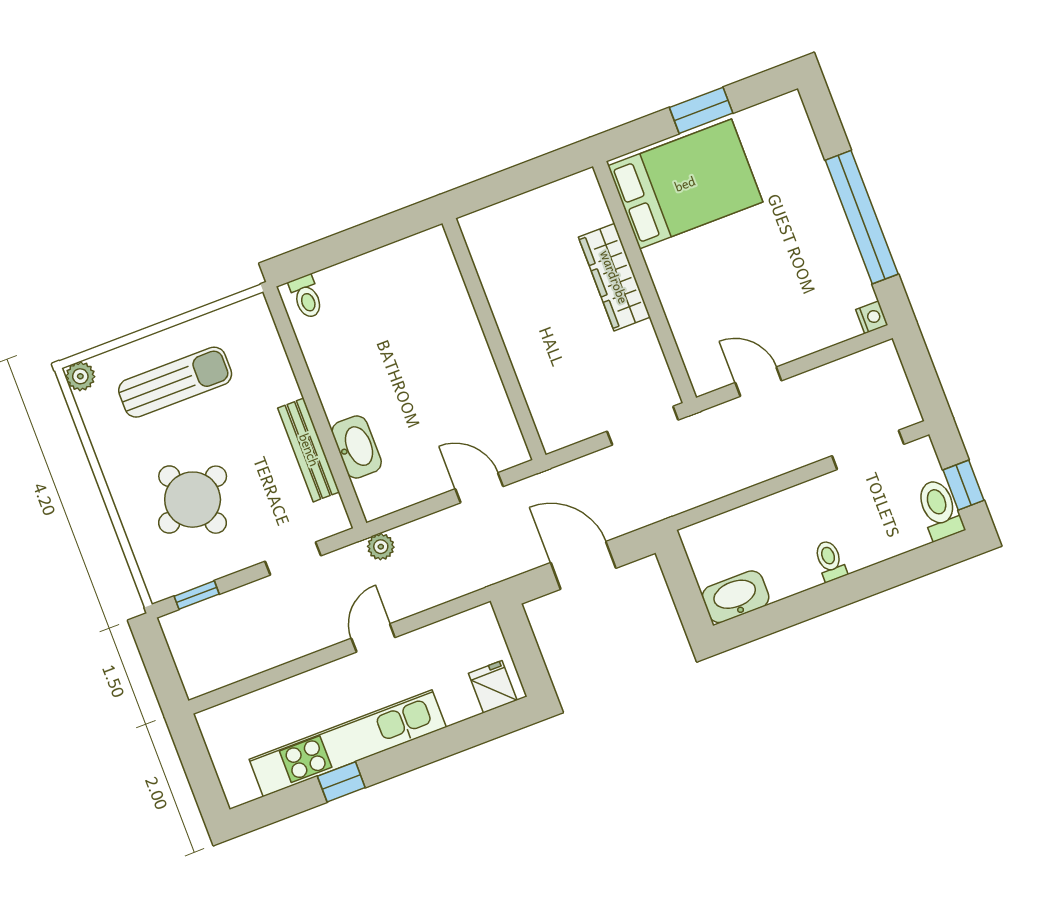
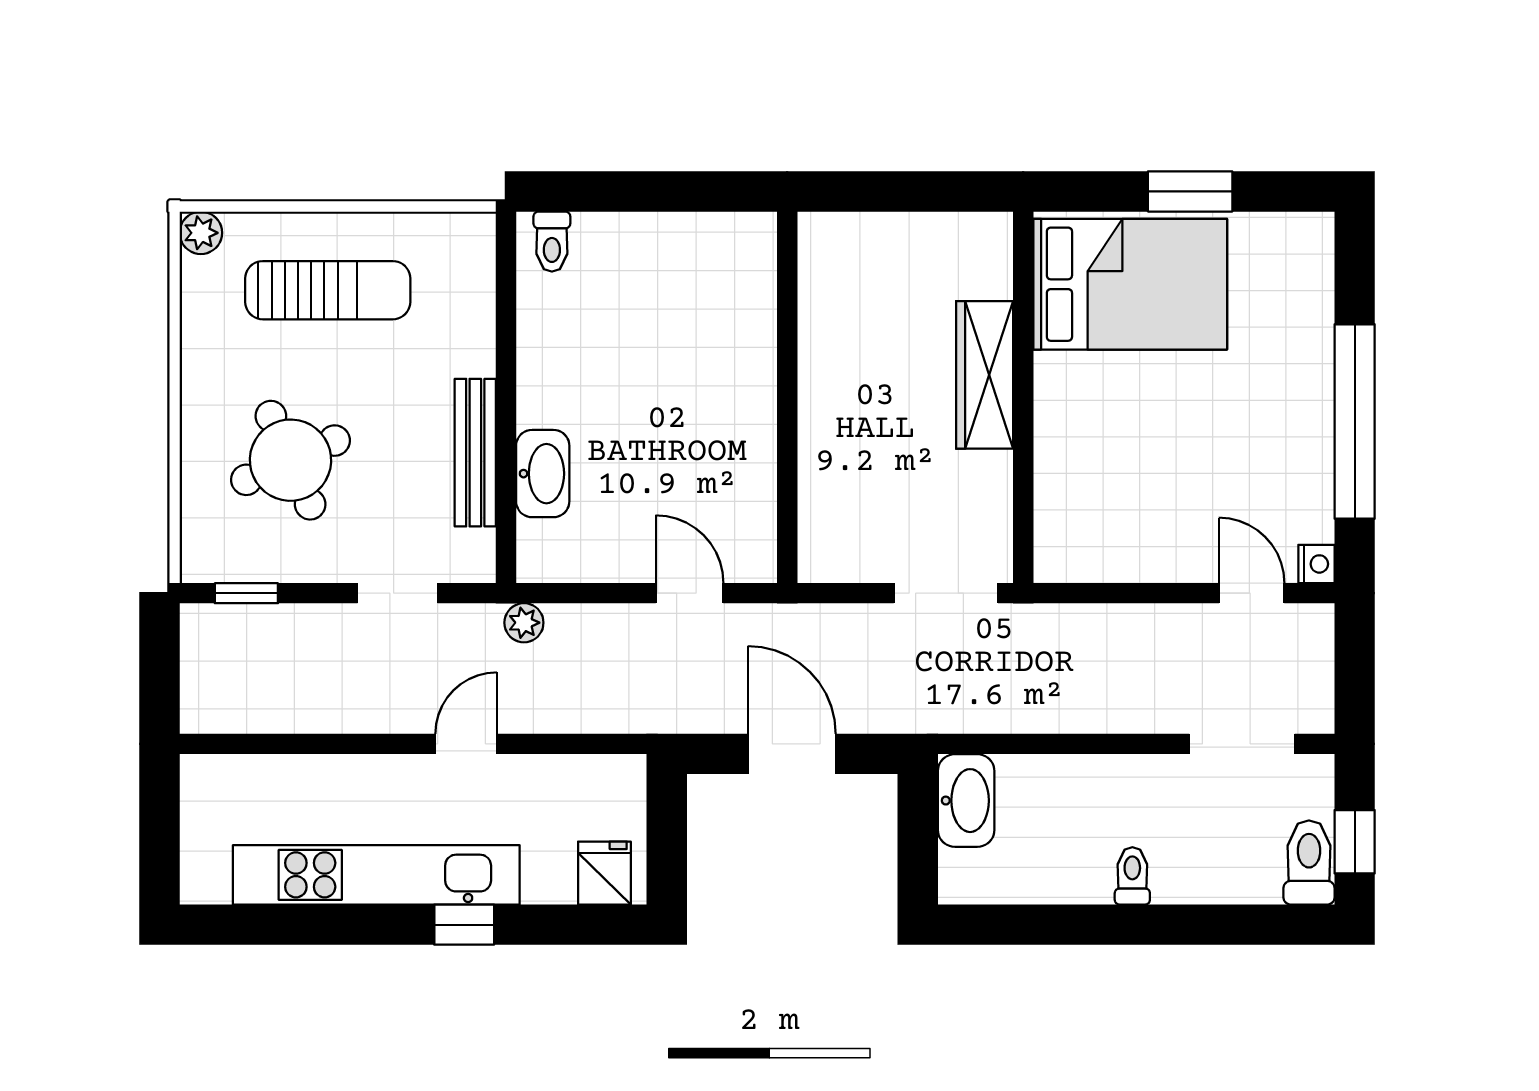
door: (758, 382) -> (1252, 593), moved
washbasin: (736, 597) -> (966, 801), moved, turned 90
window: (341, 782) -> (464, 925), moved

